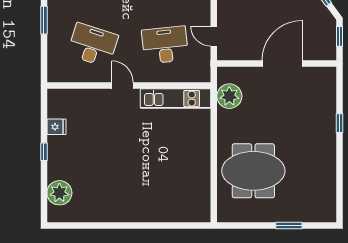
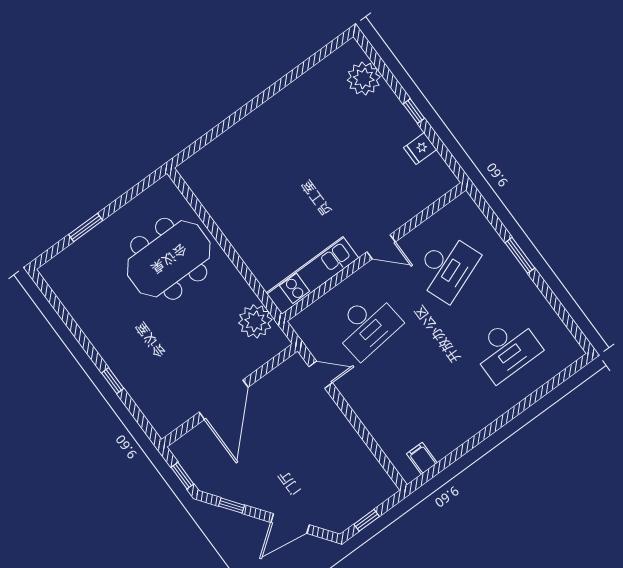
desk: (93, 45) -> (446, 267), turned -39

